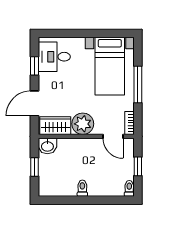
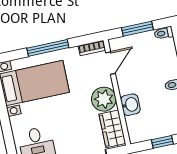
washbasin: (47, 146) -> (130, 105), moved
window: (138, 166) -> (137, 29), width x1.50

